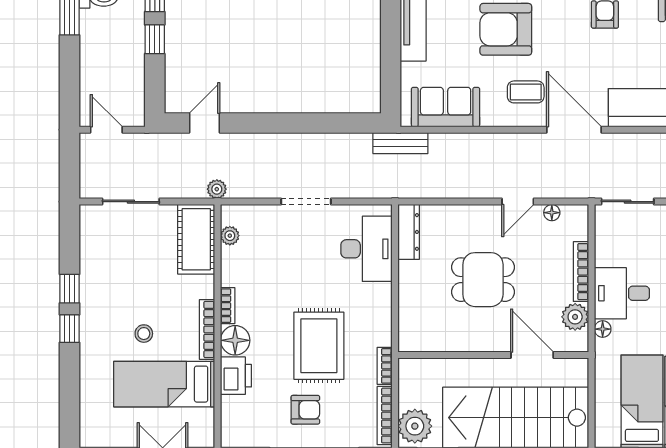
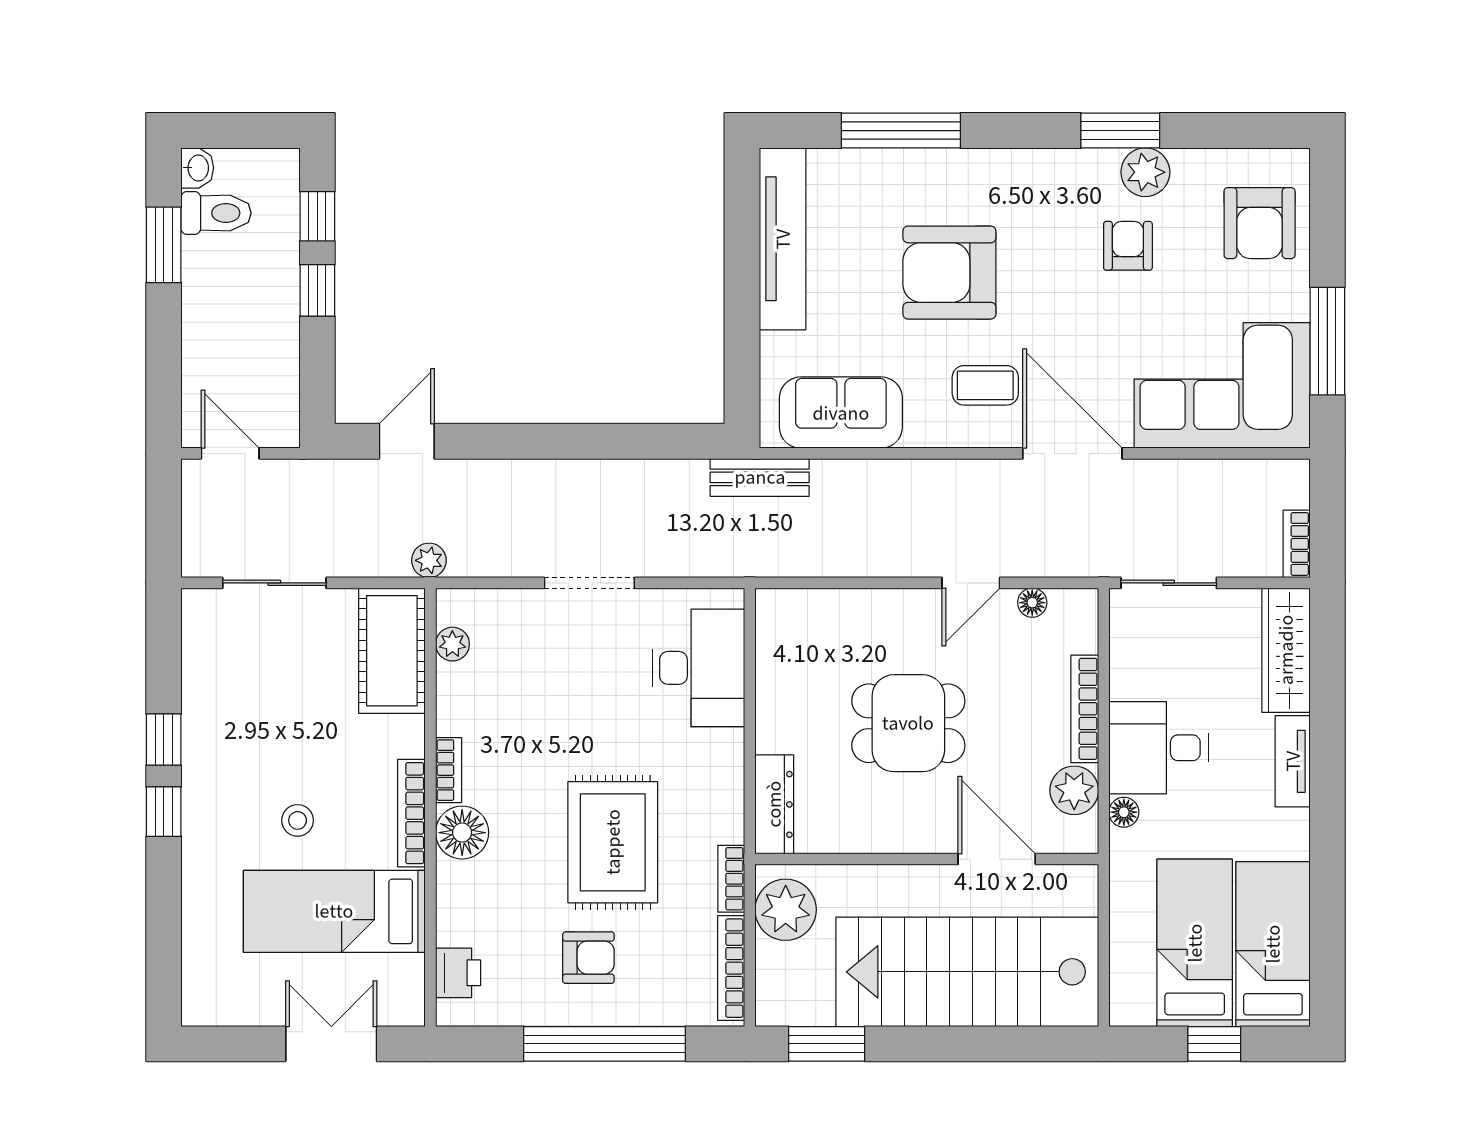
dresser: (409, 232) -> (774, 804), moved
printer: (236, 376) -> (458, 973), moved, width x0.73, depth x0.81
plant: (415, 426) -> (786, 910), moved

